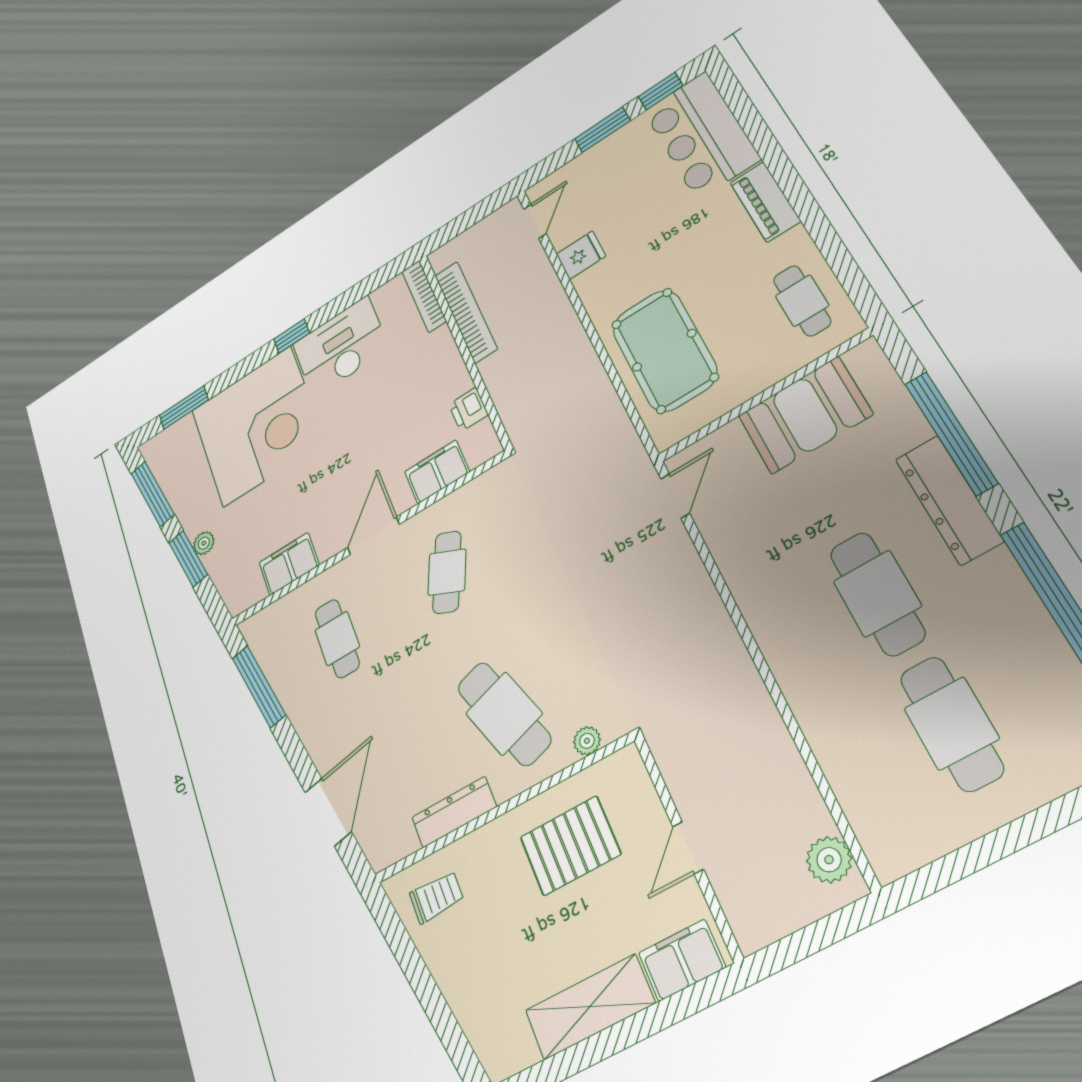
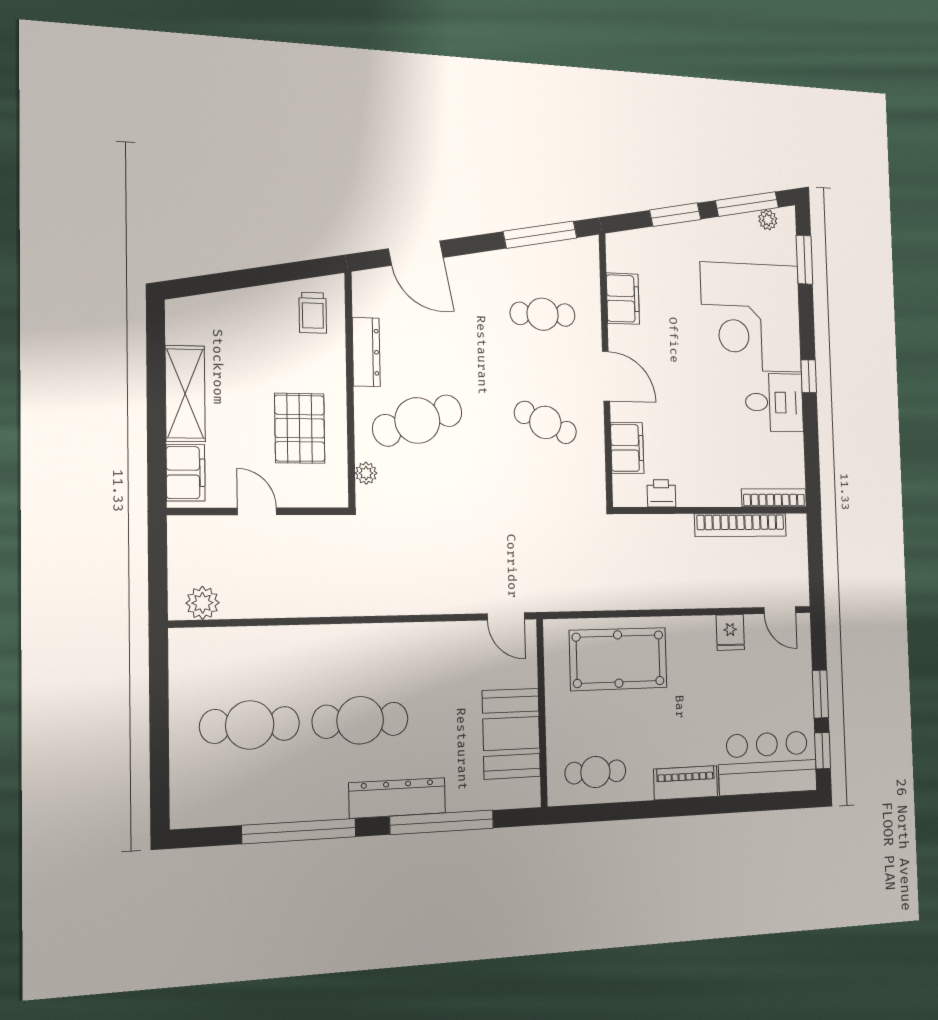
desk: (341, 347) -> (774, 402), width x0.73
plant: (204, 543) -> (768, 220), moved

